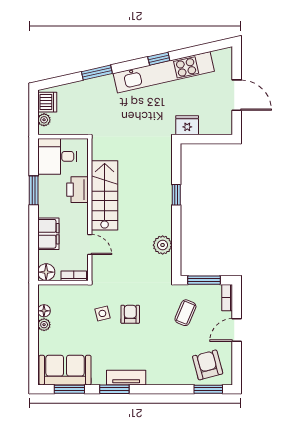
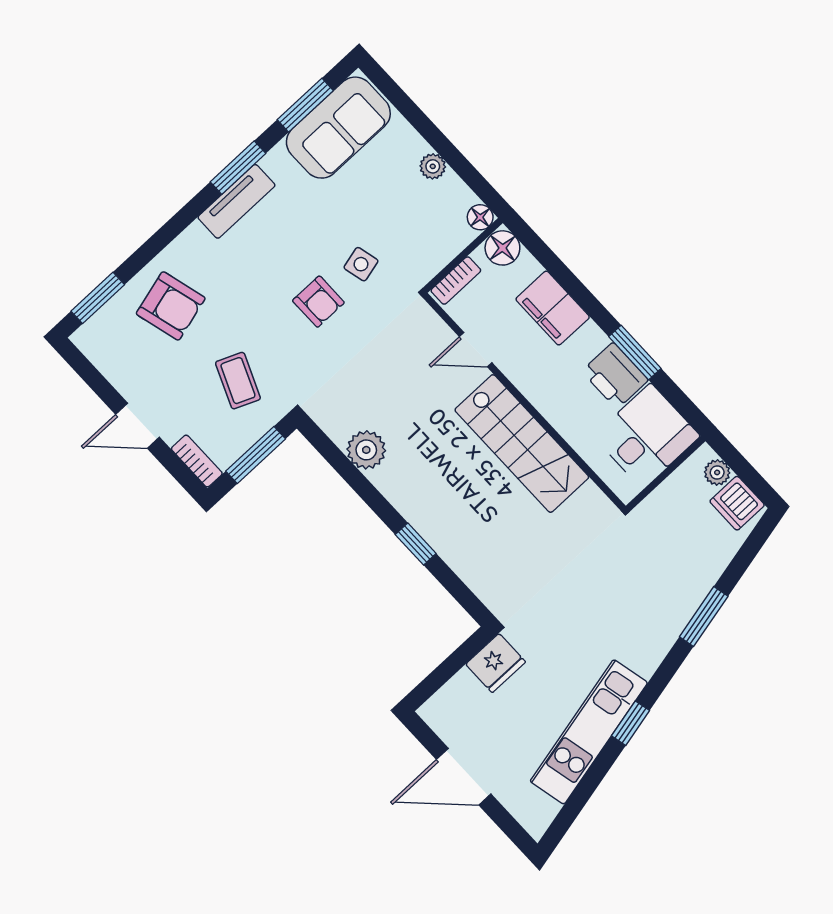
kitchen unit: (164, 72) -> (589, 732), width x0.73
printer: (77, 190) -> (615, 376), moved, turned 180
floor lamp: (44, 311) -> (480, 217), moved
door: (237, 330) -> (138, 426), swing flipped
armchair: (208, 365) -> (171, 306), moved

